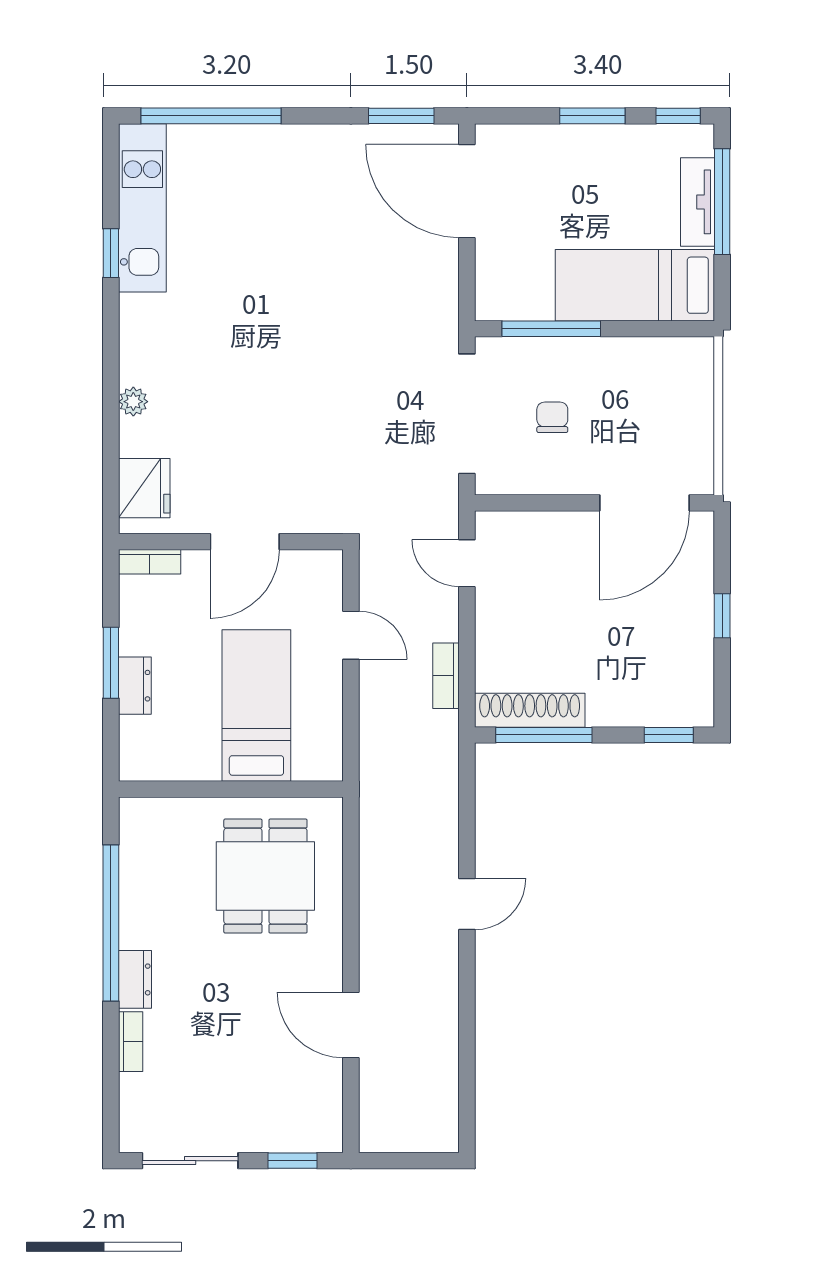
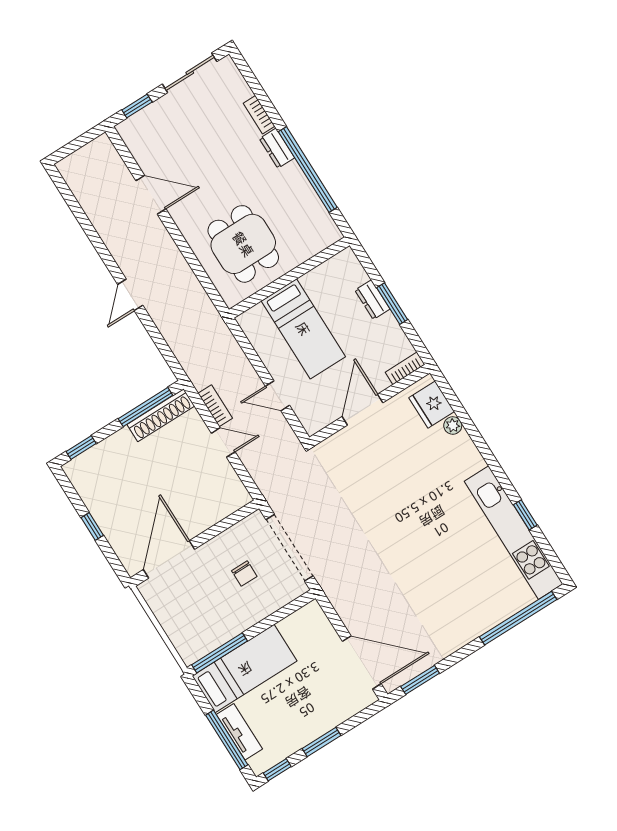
kitchen unit: (142, 208) -> (514, 533), width x1.36
window: (551, 329) -> (220, 653), moved
plant: (133, 402) -> (453, 425), moved
door: (467, 563) -> (223, 442), moved

